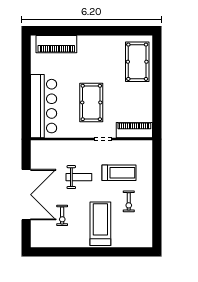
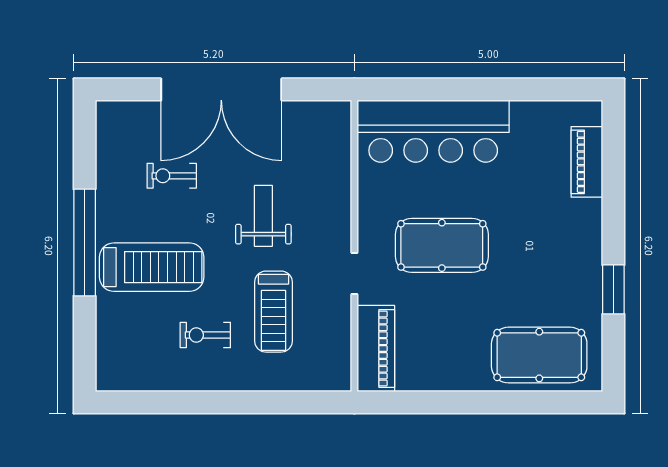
window: (110, 31) -> (613, 289), added
piano: (56, 44) -> (587, 162), width x0.73, depth x0.75
weight bench: (79, 177) -> (263, 216), turned 180
window: (90, 252) -> (85, 242), added

